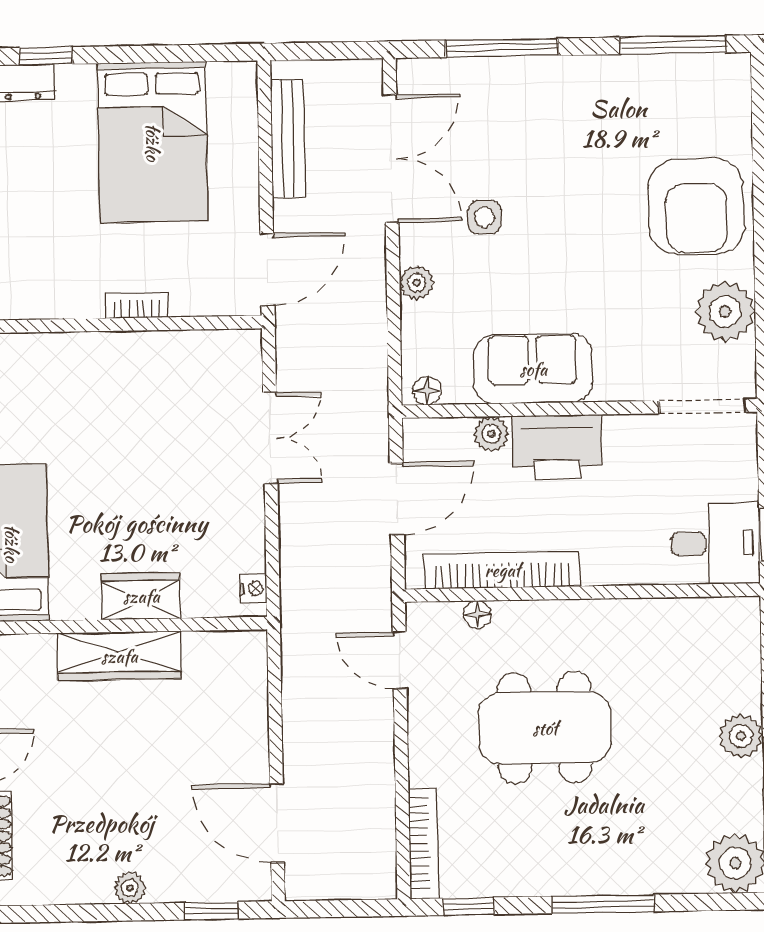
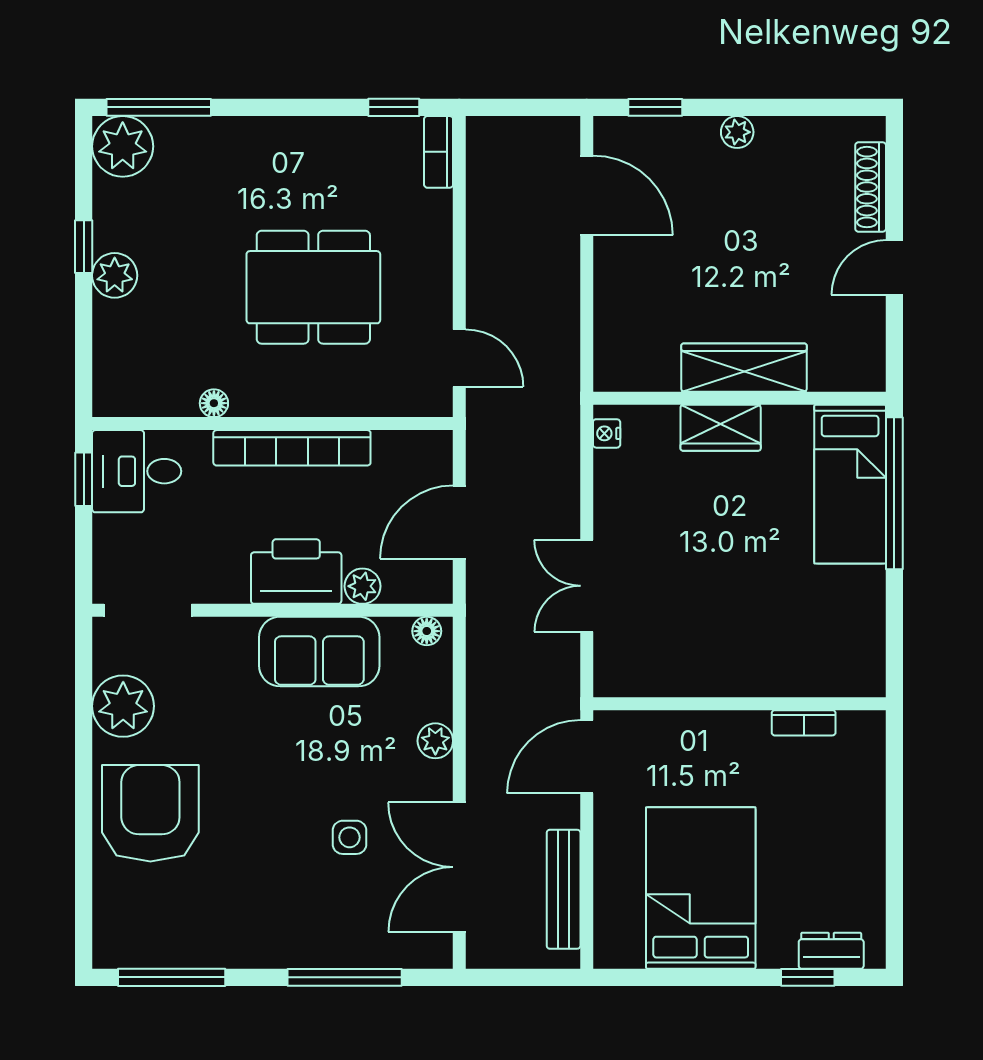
side table: (484, 217) -> (350, 837), moved
bookcase: (137, 305) -> (804, 723), moved
bookcase: (502, 570) -> (292, 448), moved
floor lamp: (477, 615) -> (214, 403), moved
bookcase: (423, 843) -> (439, 152), width x0.64
window: (603, 904) -> (159, 107), moved

